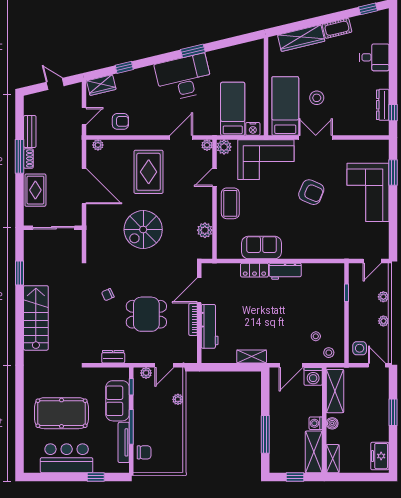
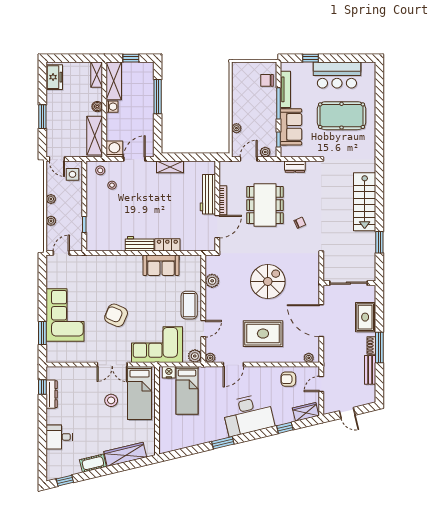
desk: (184, 77) -> (248, 415), moved
rug: (149, 172) -> (263, 334), turned 90
dining table: (146, 314) -> (265, 205), width x1.38

